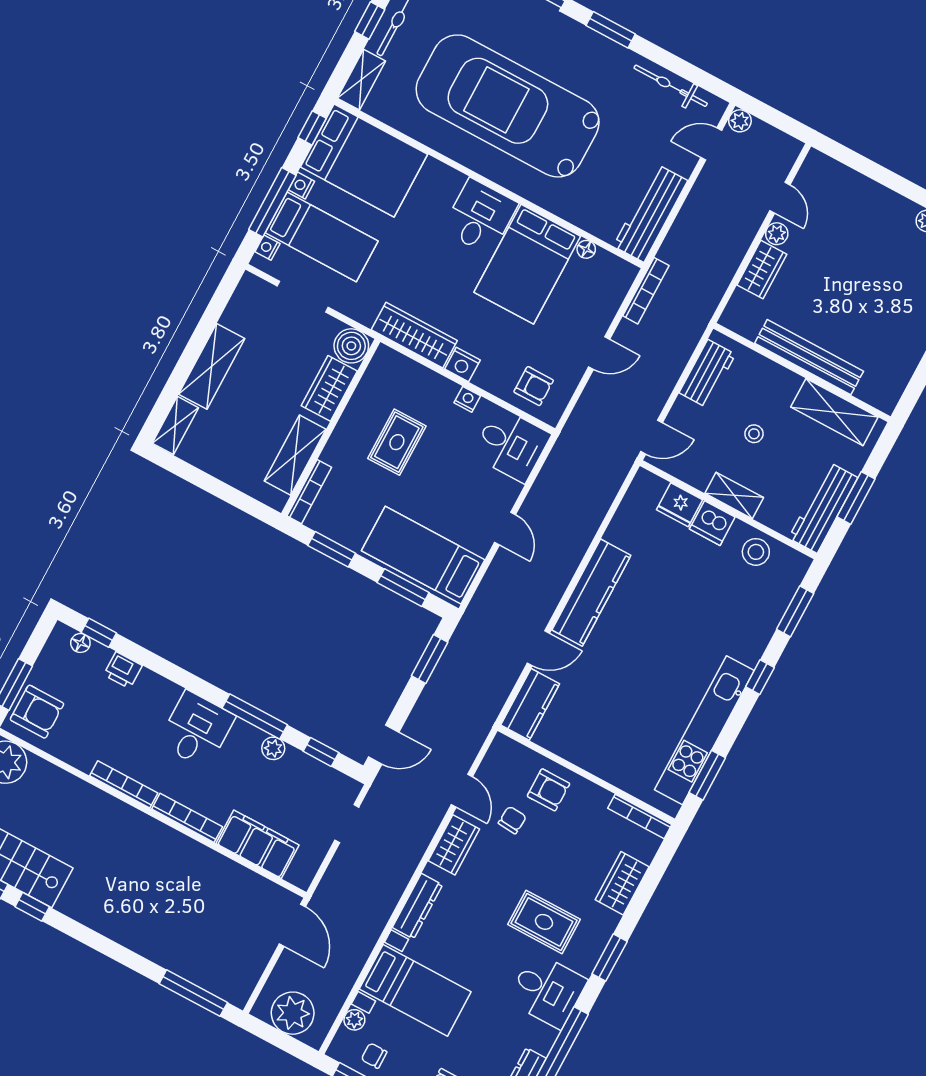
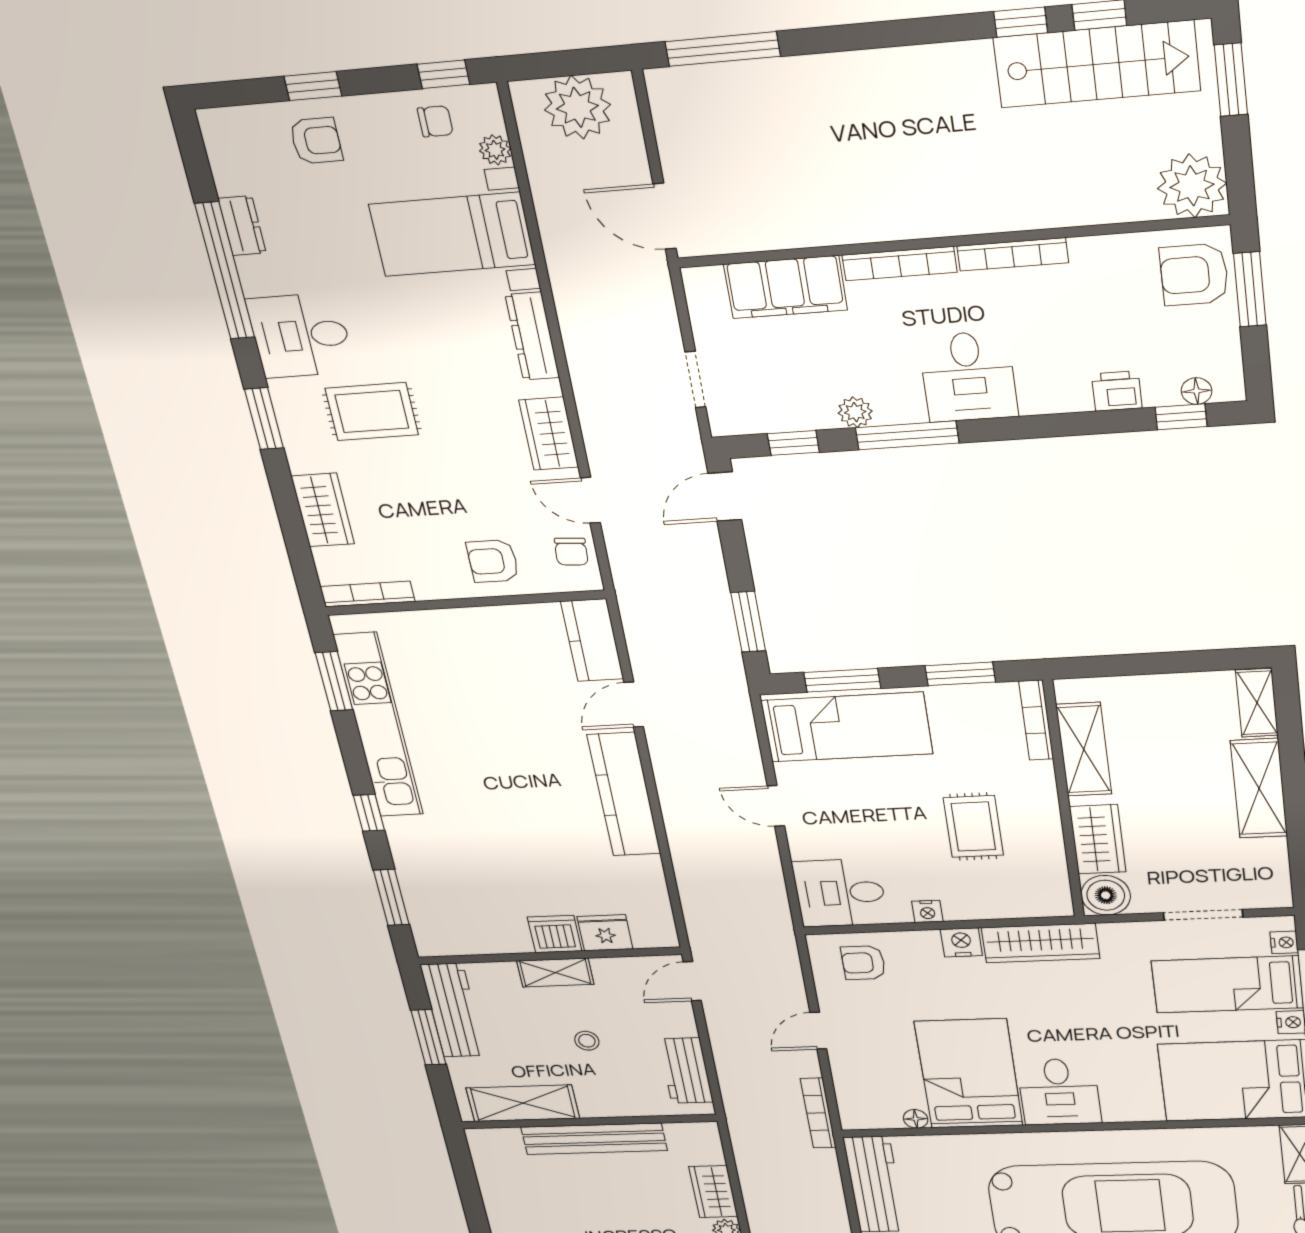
stool: (756, 552) -> (484, 932), removed
chair: (512, 820) -> (571, 552), moved

